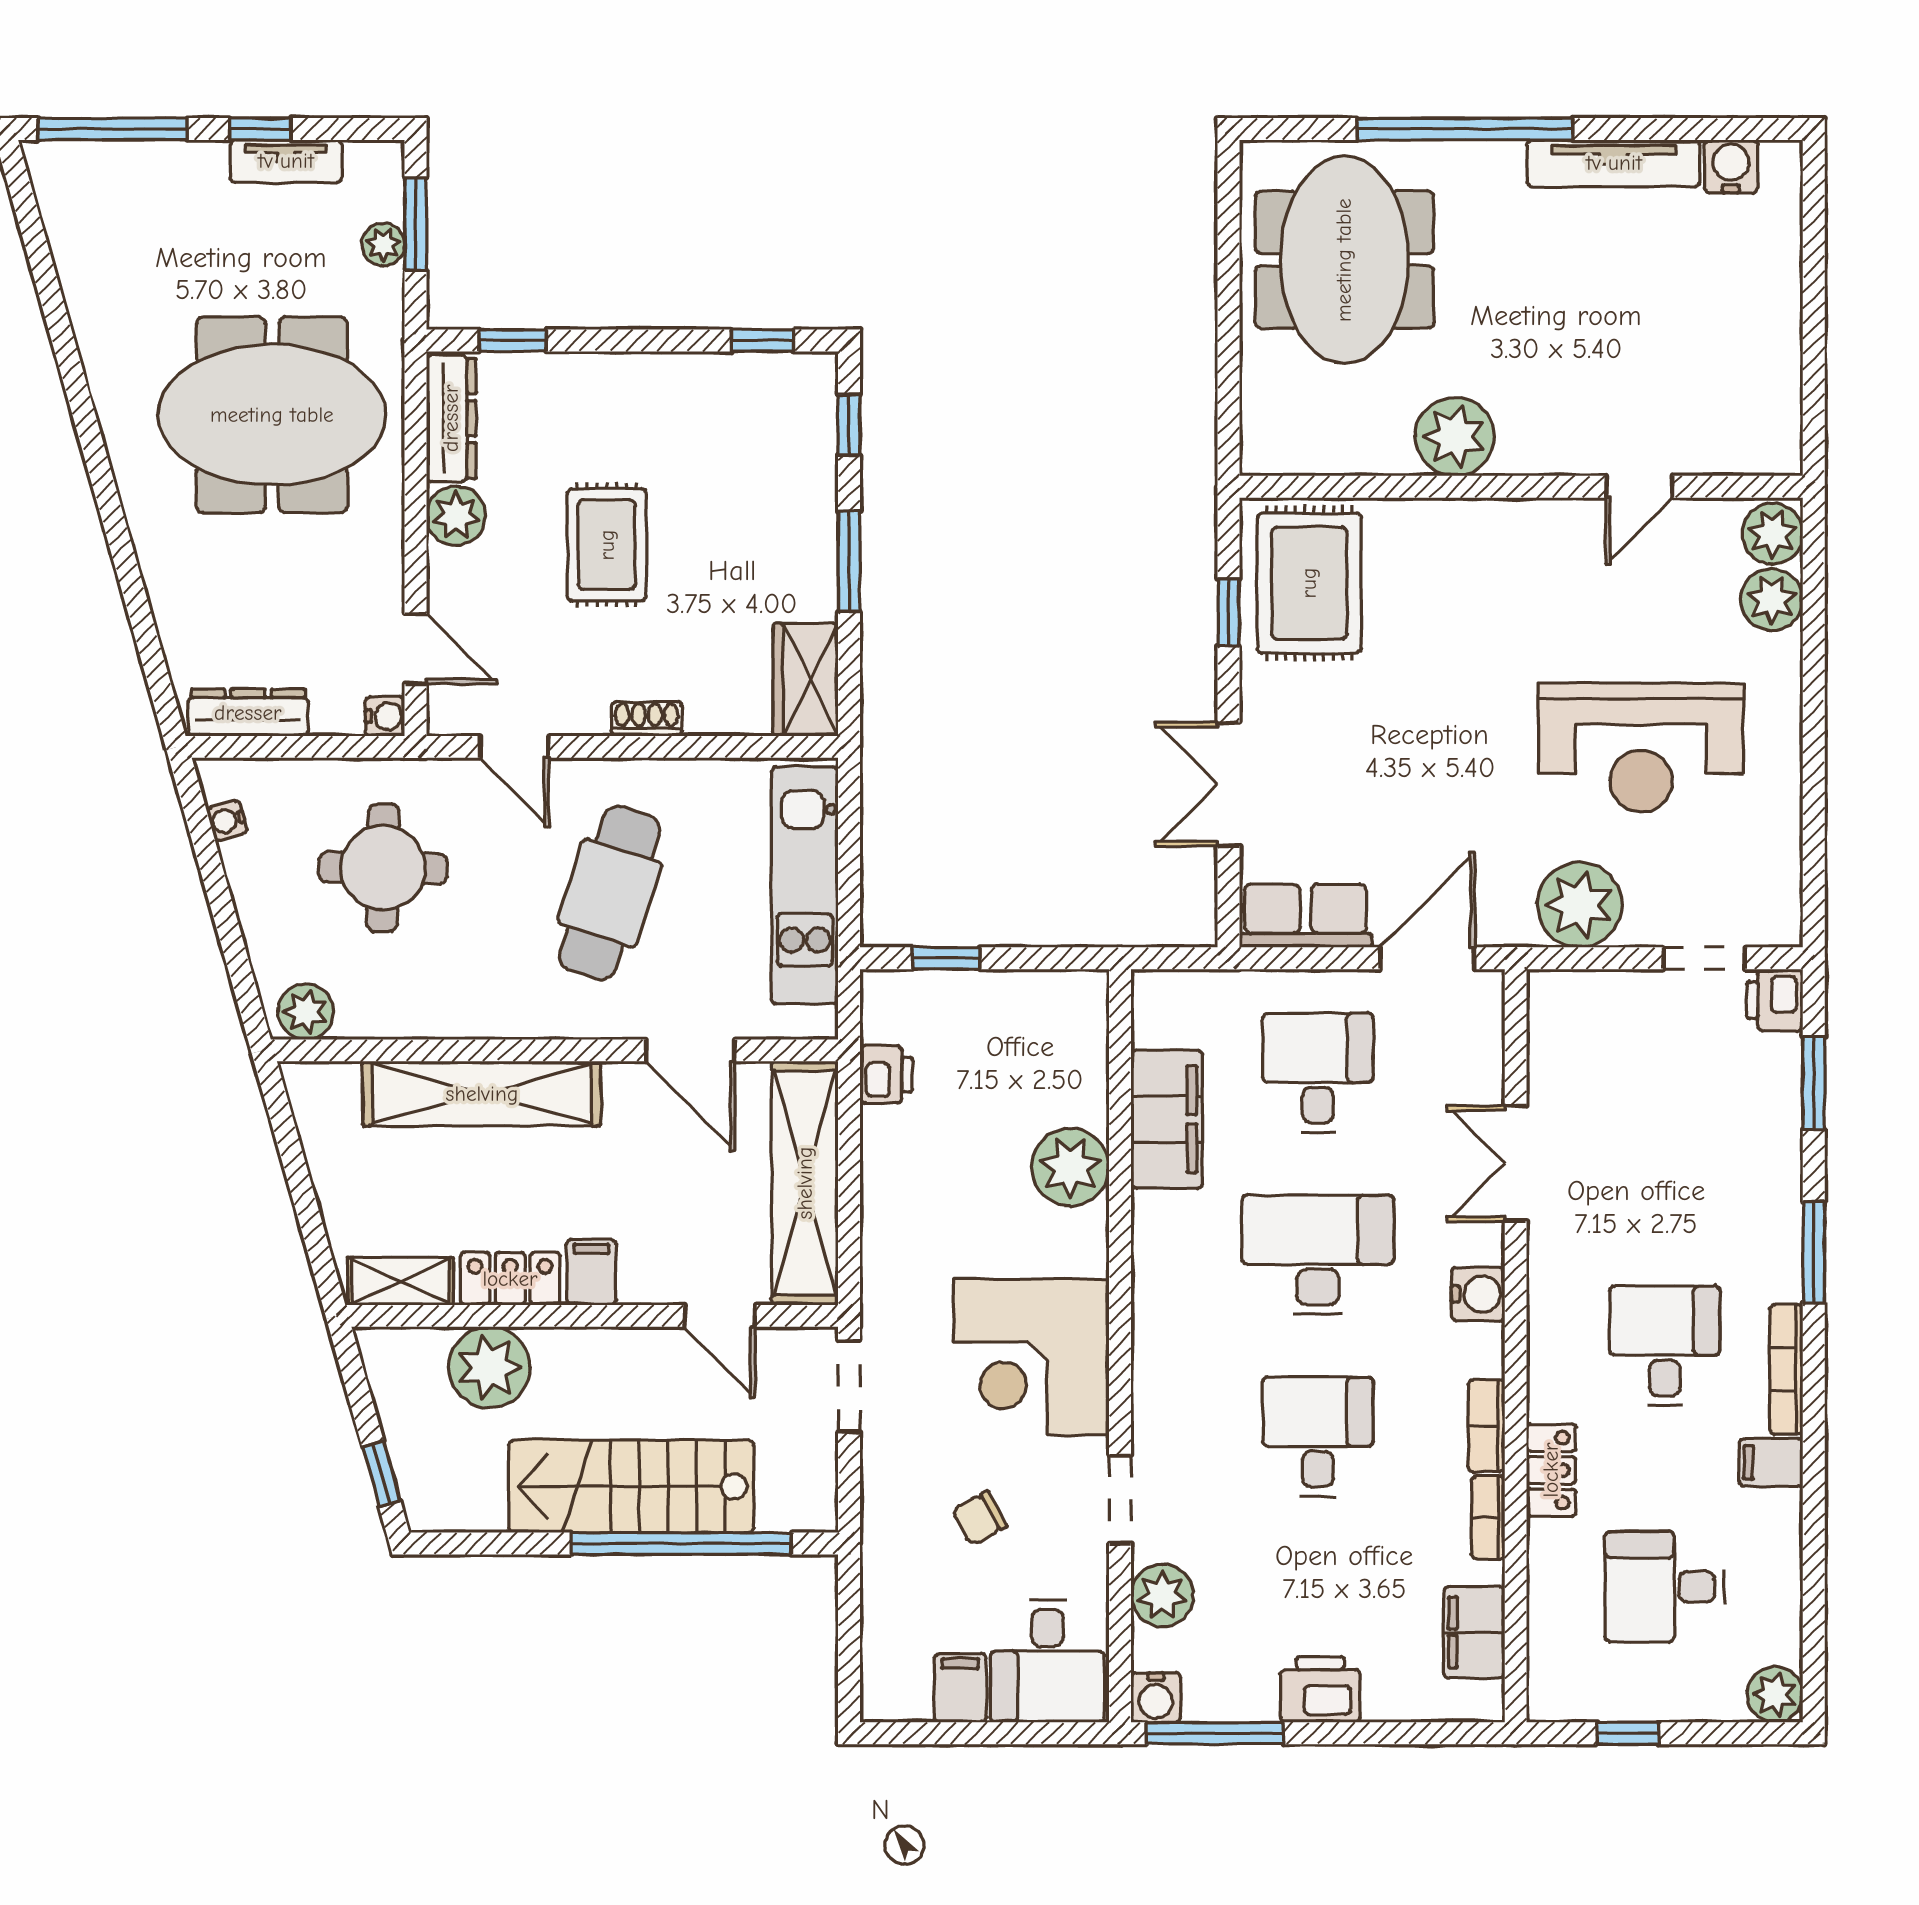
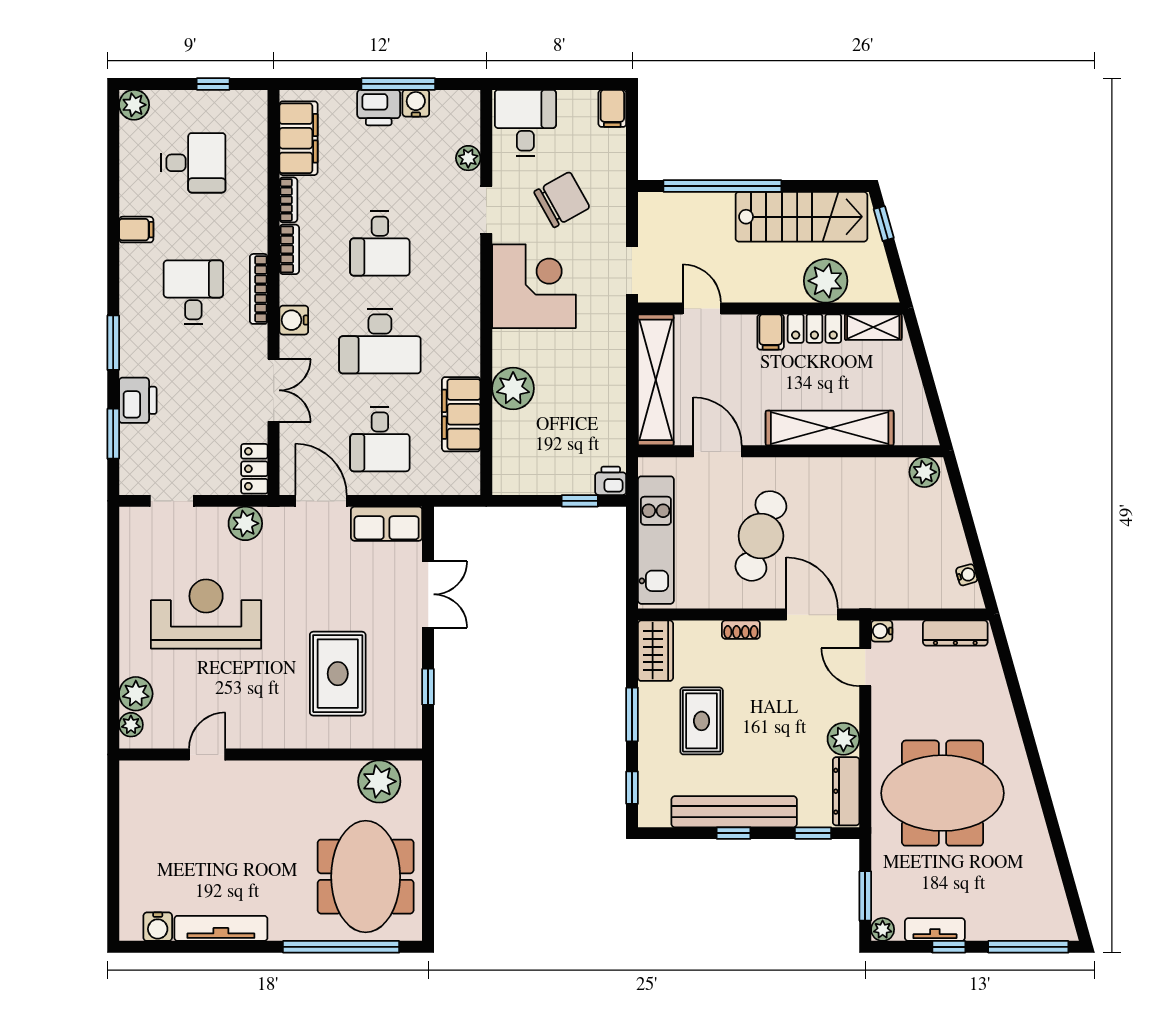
window: (1465, 129) -> (341, 947), moved
plant: (383, 245) -> (883, 929), moved
window: (762, 340) -> (734, 833), moved
bench: (659, 380) -> (734, 812), added
plant: (1455, 437) -> (379, 781), moved
plant: (1772, 534) -> (131, 725), width x0.73, depth x0.73
rug: (607, 545) -> (702, 721), moved
rug: (1309, 583) -> (338, 674), moved
door: (514, 747) -> (812, 615), width x1.37
round table: (383, 868) -> (883, 549), removed
plant: (1580, 905) -> (245, 523), width x0.73, depth x0.73
door: (1427, 958) -> (321, 501), swing flipped
printer: (1775, 1000) -> (138, 400), moved, width x1.36, depth x1.24
printer: (886, 1074) -> (611, 481), moved, turned 90
desk: (1665, 1346) -> (193, 292), turned 180
bookcase: (1786, 1369) -> (259, 289), moved, turned 180
locker: (1551, 1470) -> (254, 469), moved
stairs: (631, 1486) -> (801, 217), moved
chair: (980, 1518) -> (562, 200), width x1.87, depth x1.87
plant: (1162, 1595) -> (468, 158), width x0.73, depth x0.73
filing cabinet: (1474, 1632) -> (299, 138), width x1.50, depth x1.17
filing cabinet: (960, 1688) -> (612, 108), moved
water cooler: (1156, 1697) -> (416, 103), moved
window: (1215, 1733) -> (398, 84), moved

